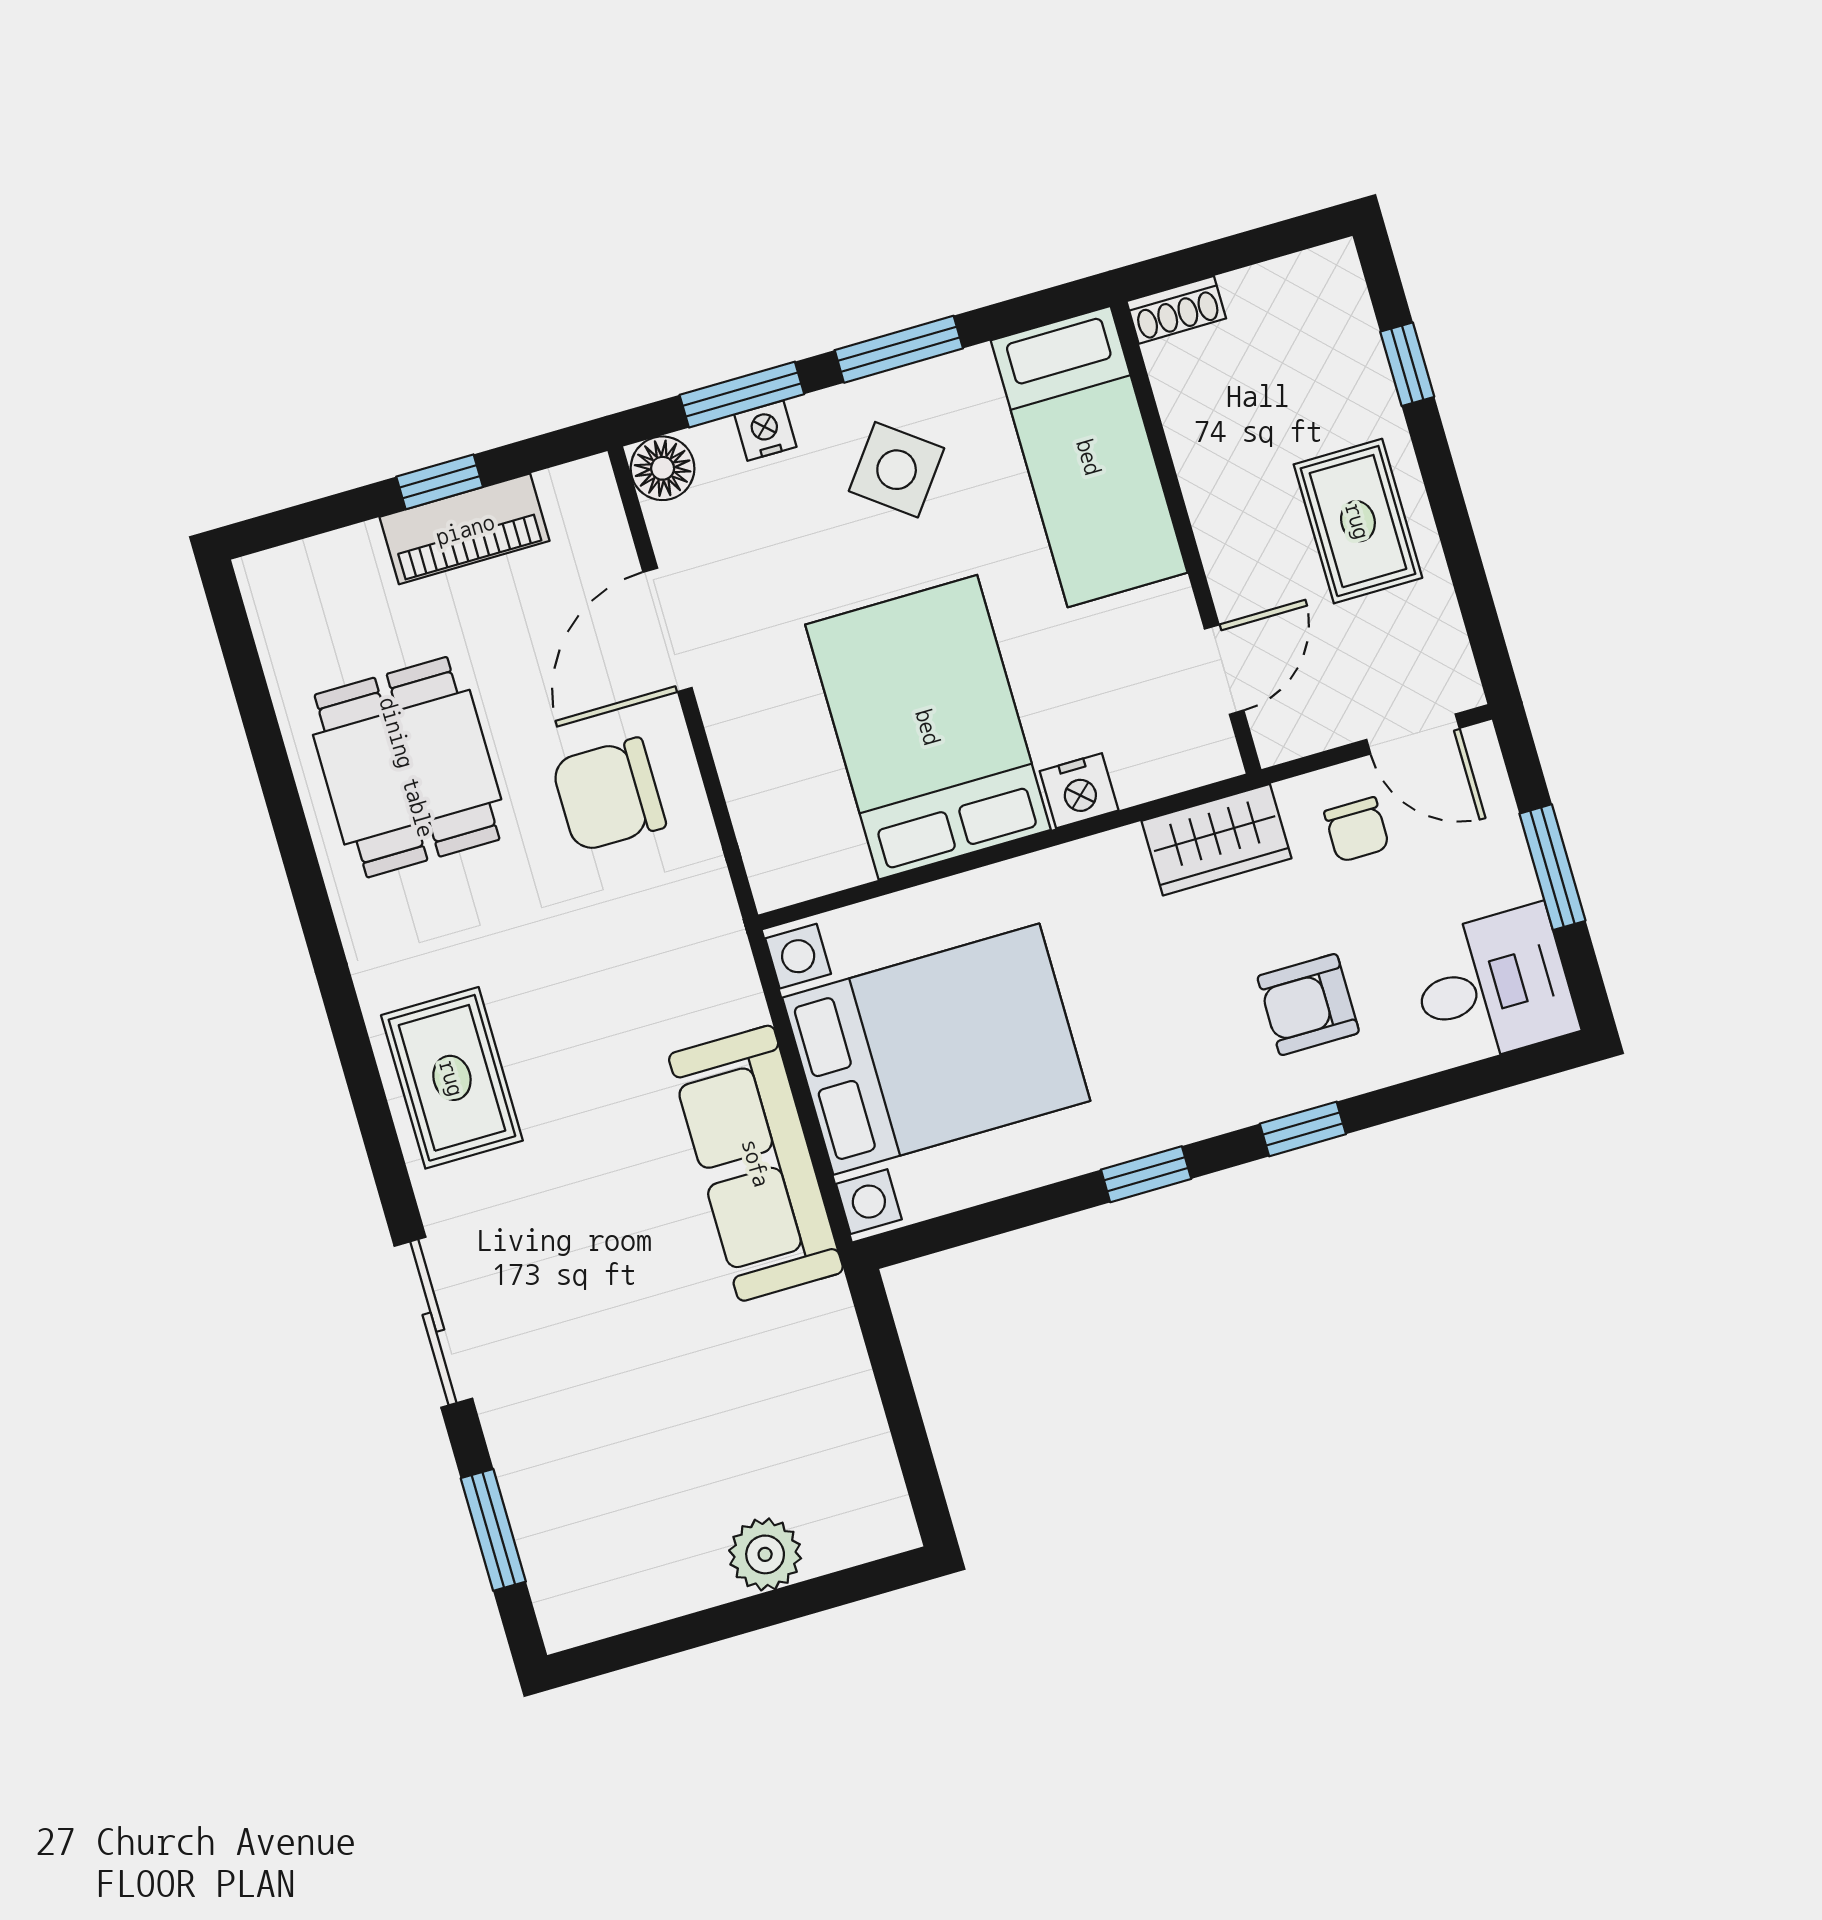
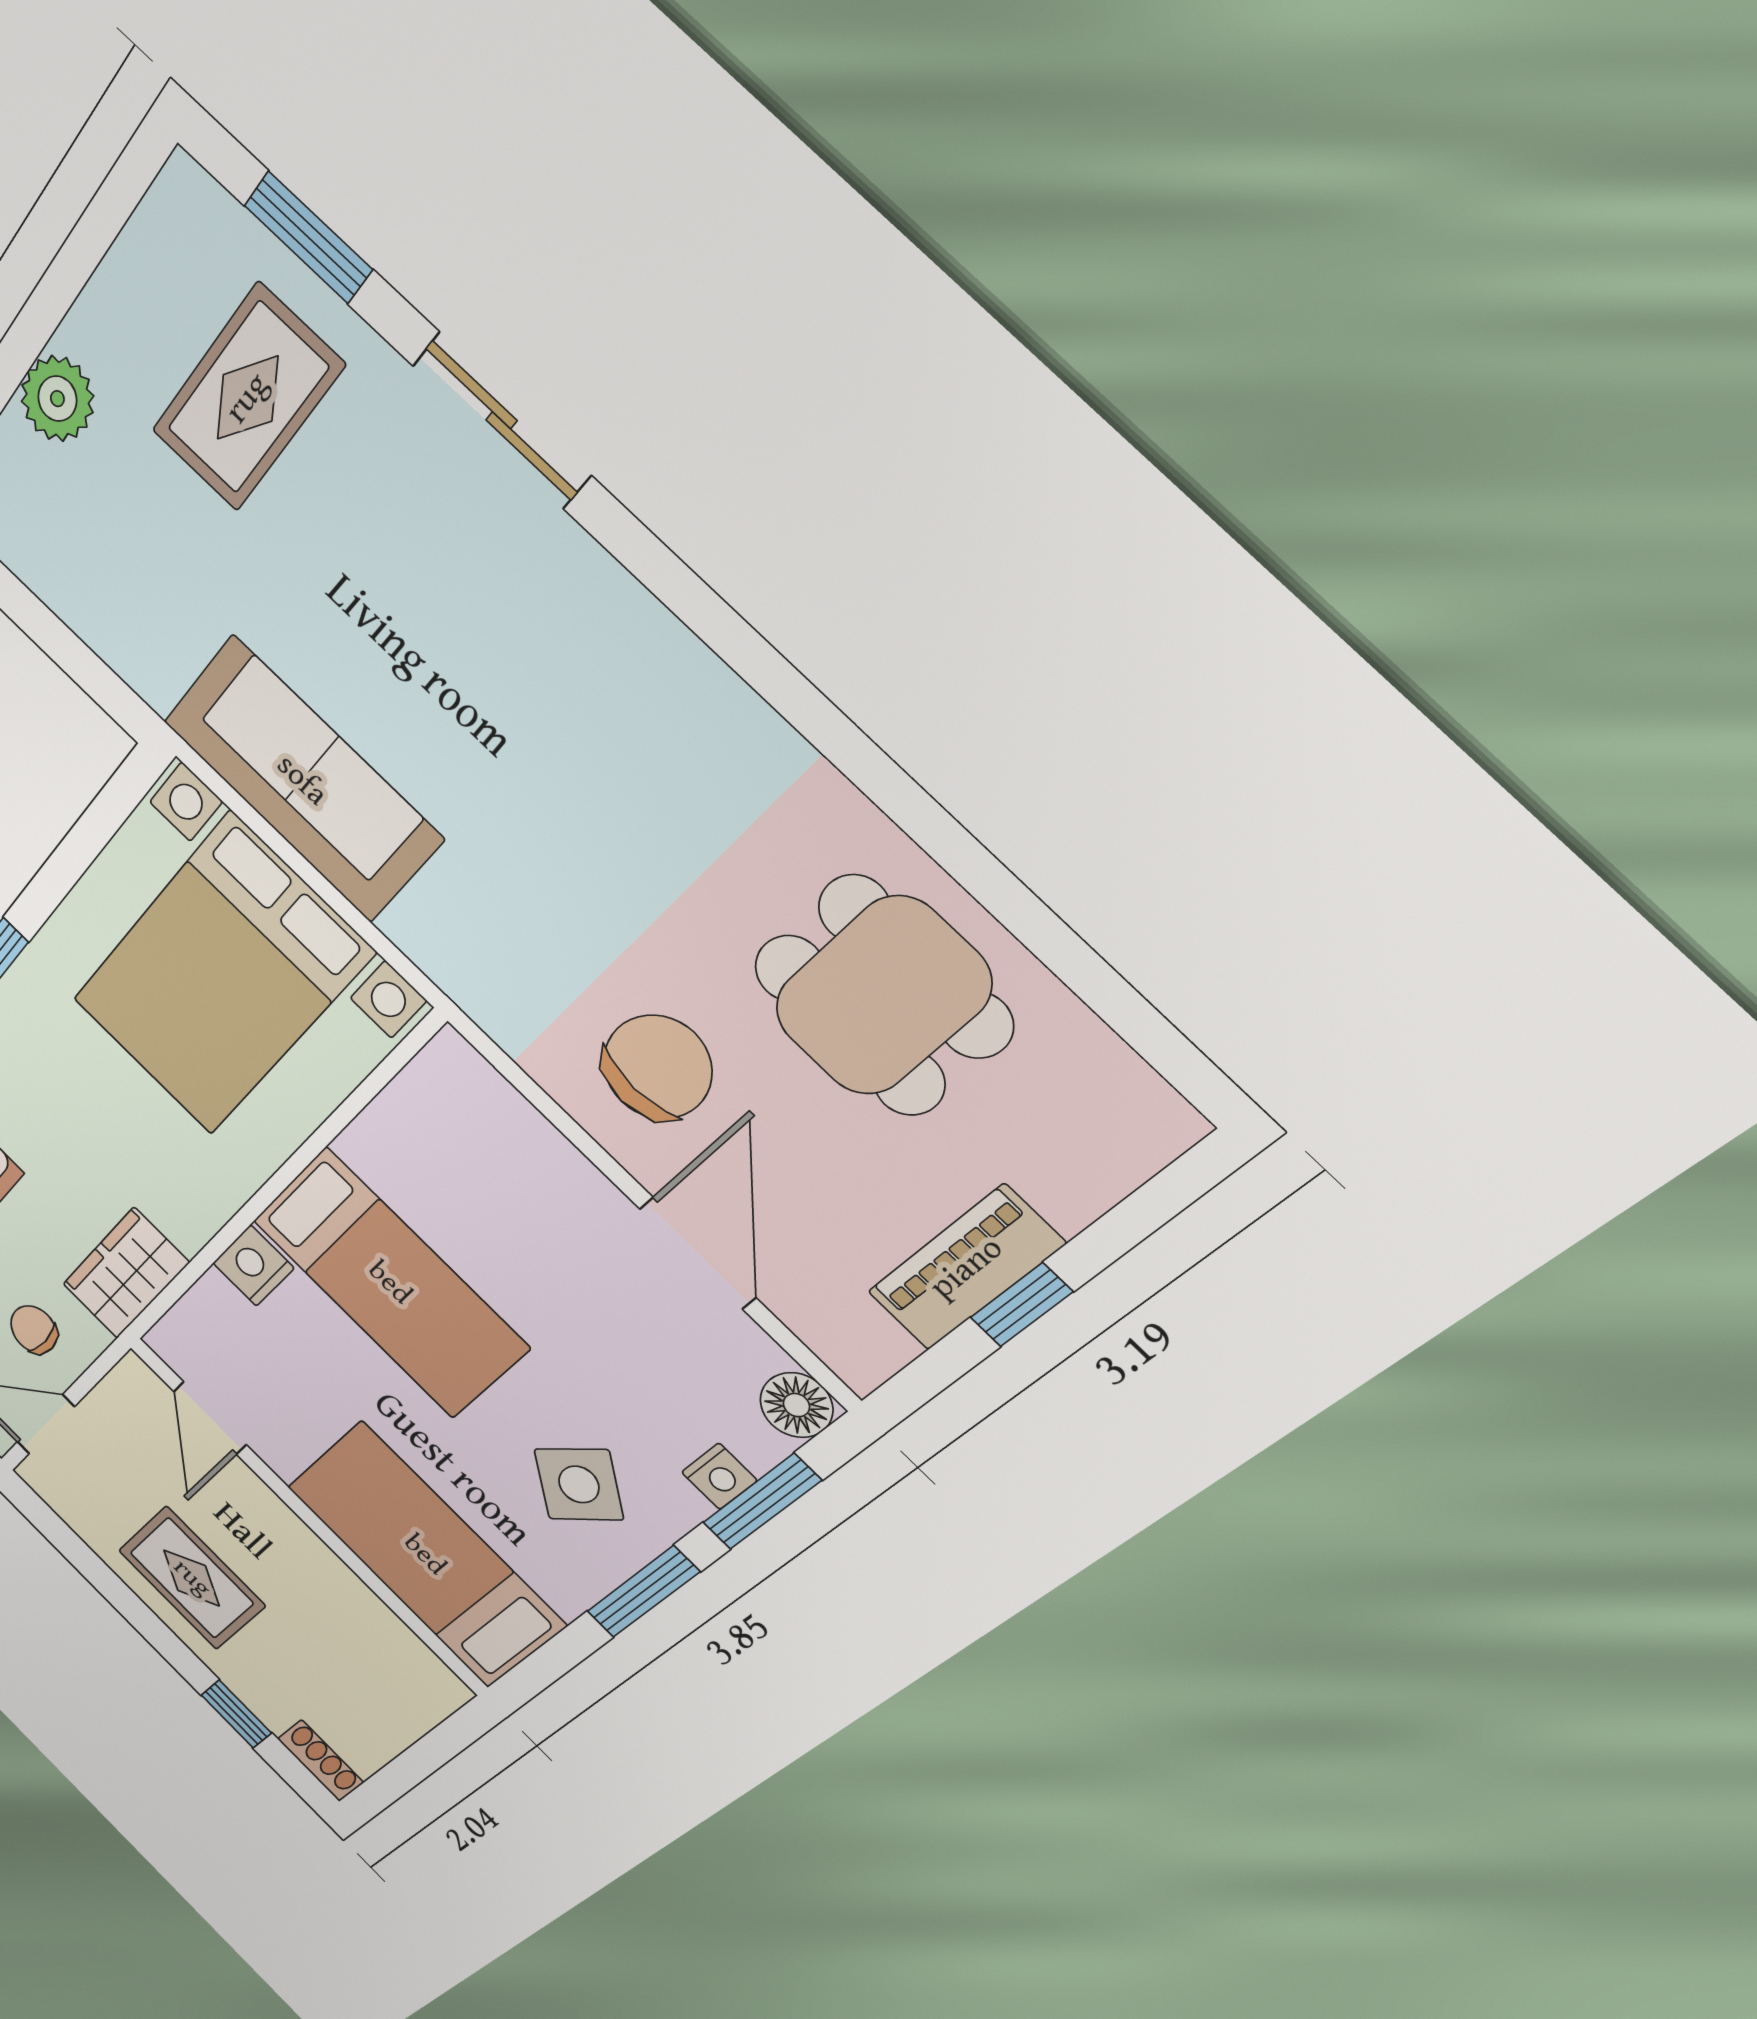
shoe rack: (1176, 310) -> (320, 1761), moved, turned 90
bed: (928, 727) -> (390, 1283), width x0.67
rug: (452, 1078) -> (247, 398), moved, turned 90

